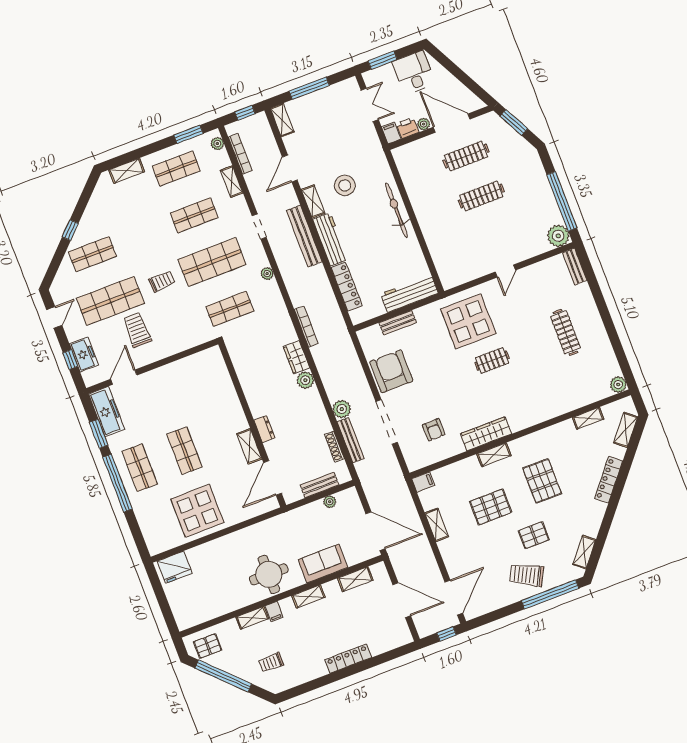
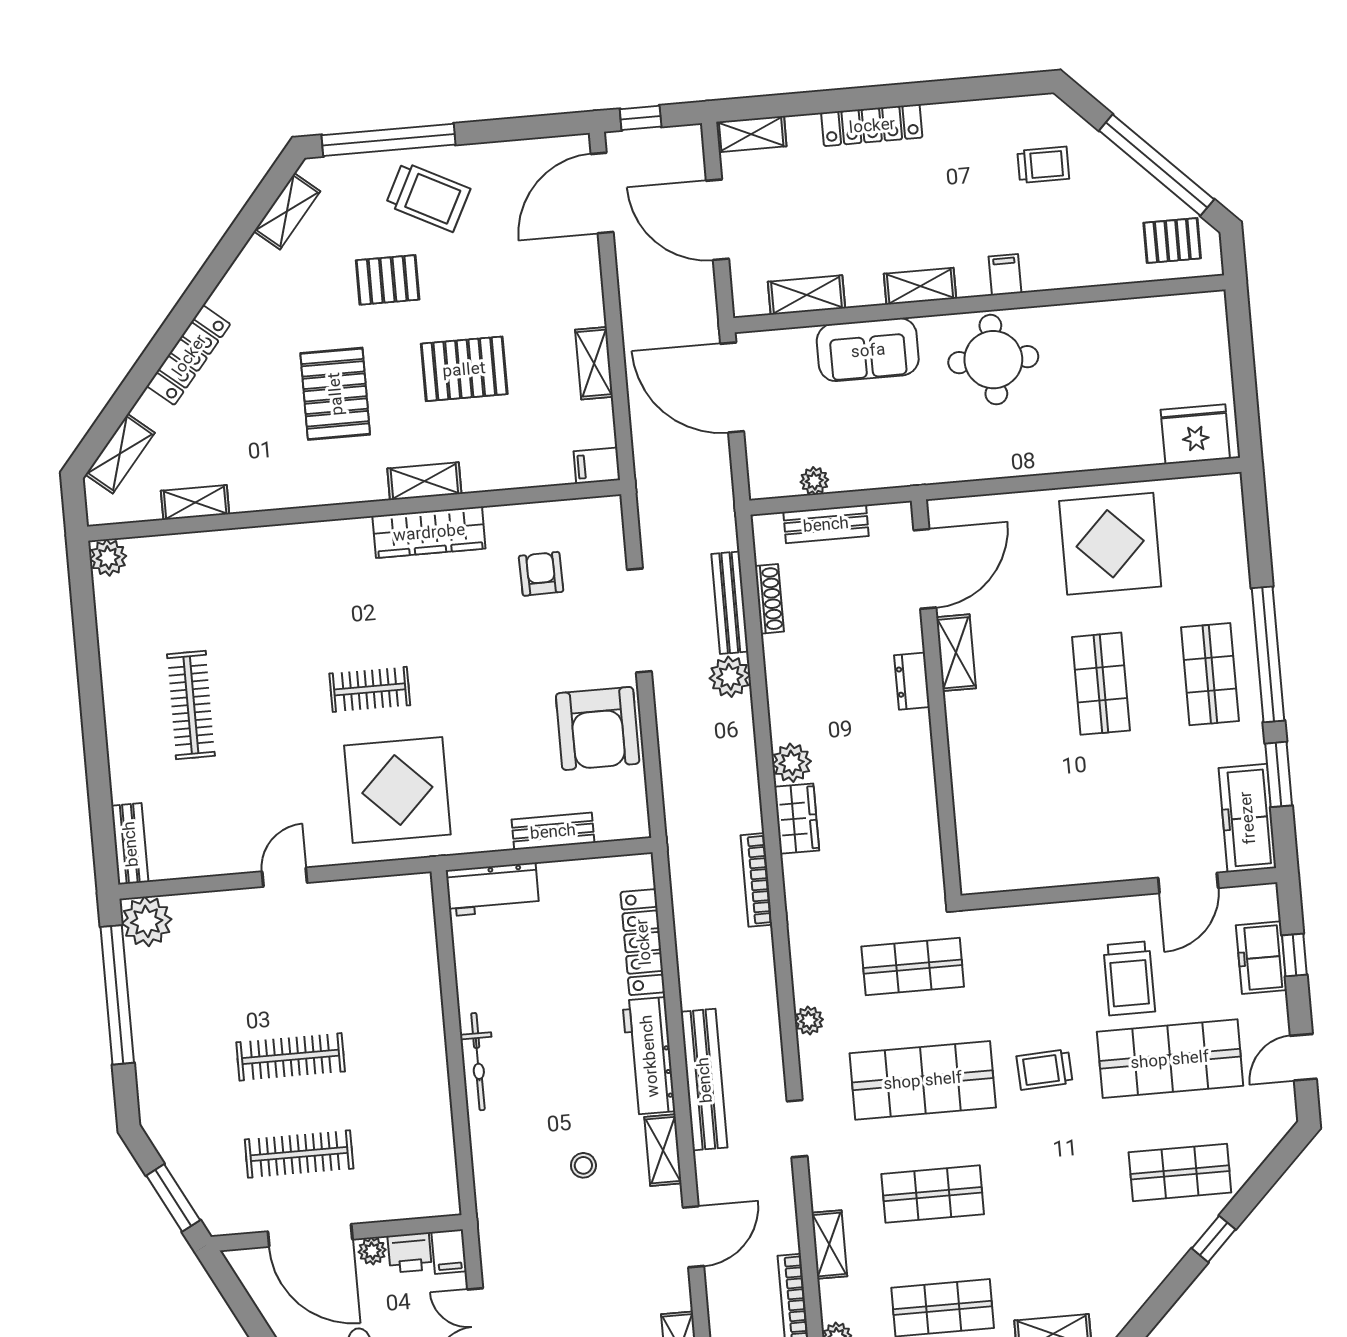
stool: (345, 185) -> (583, 1165), width x0.53, depth x0.53
bicycle: (396, 210) -> (478, 1062), width x0.73, depth x0.71
workbench: (409, 294) -> (493, 889), width x0.73
shelving: (252, 618) -> (751, 134), moved

